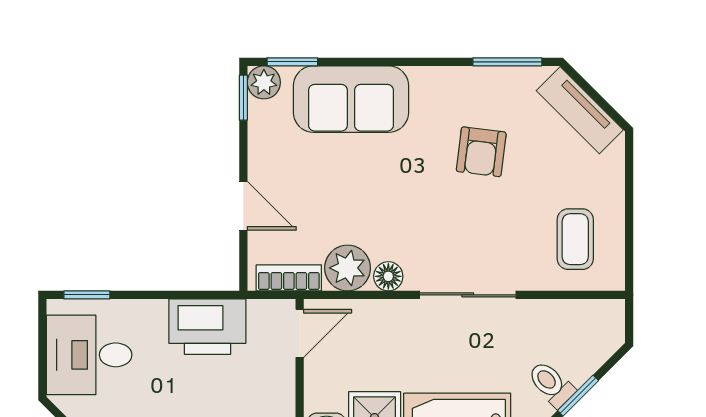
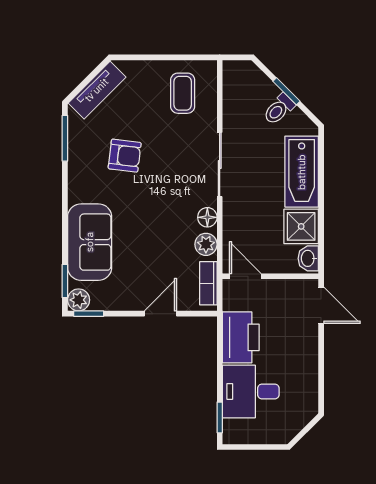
coffee table: (575, 239) -> (183, 93), turned 90
plant: (348, 268) -> (206, 244), width x0.73, depth x0.73
desk: (89, 355) -> (251, 391), moved, turned 90

